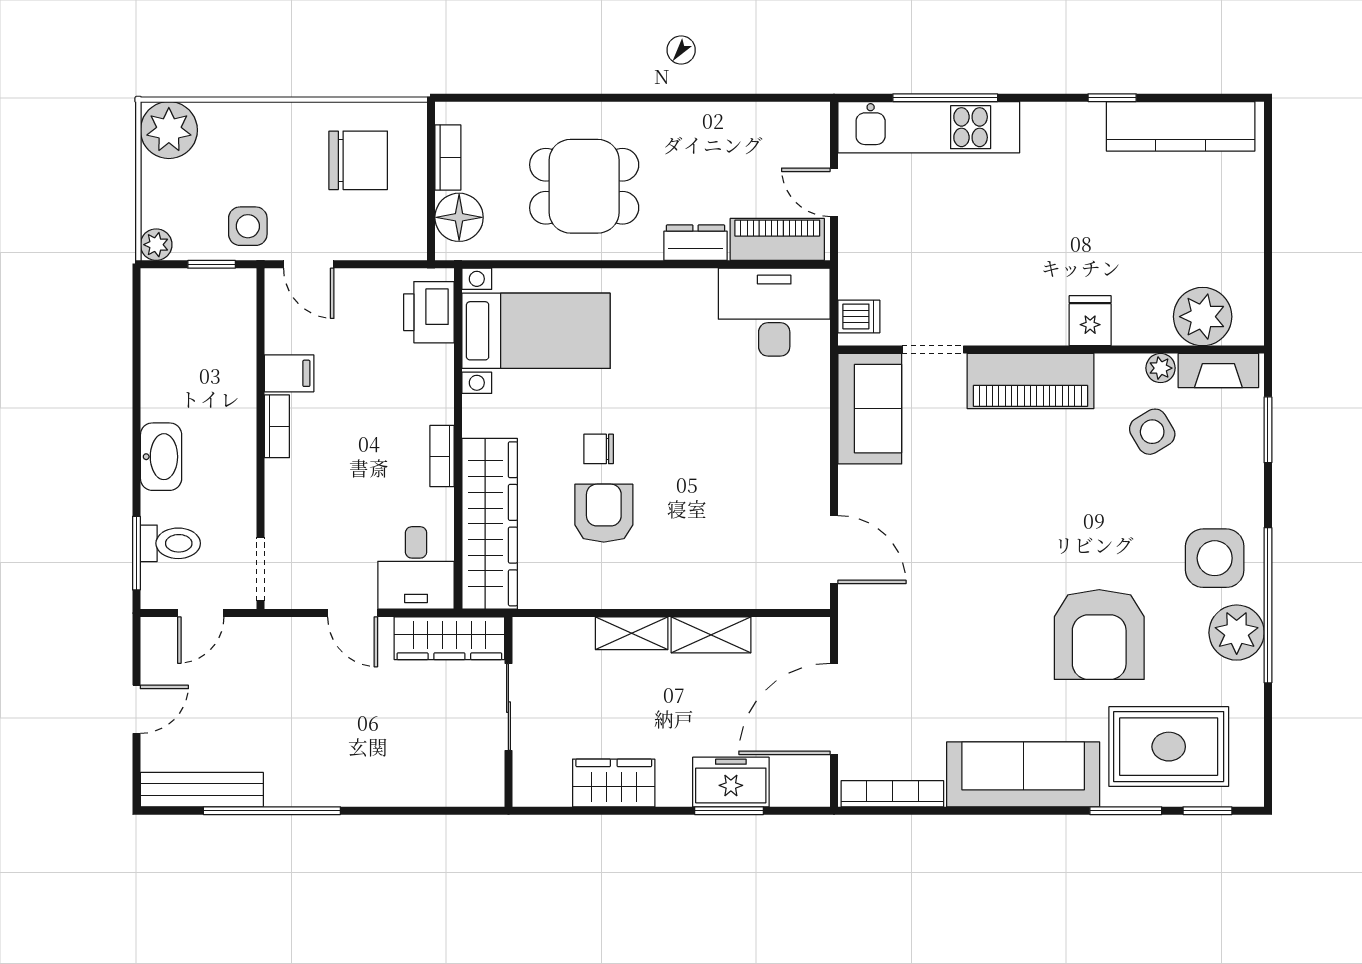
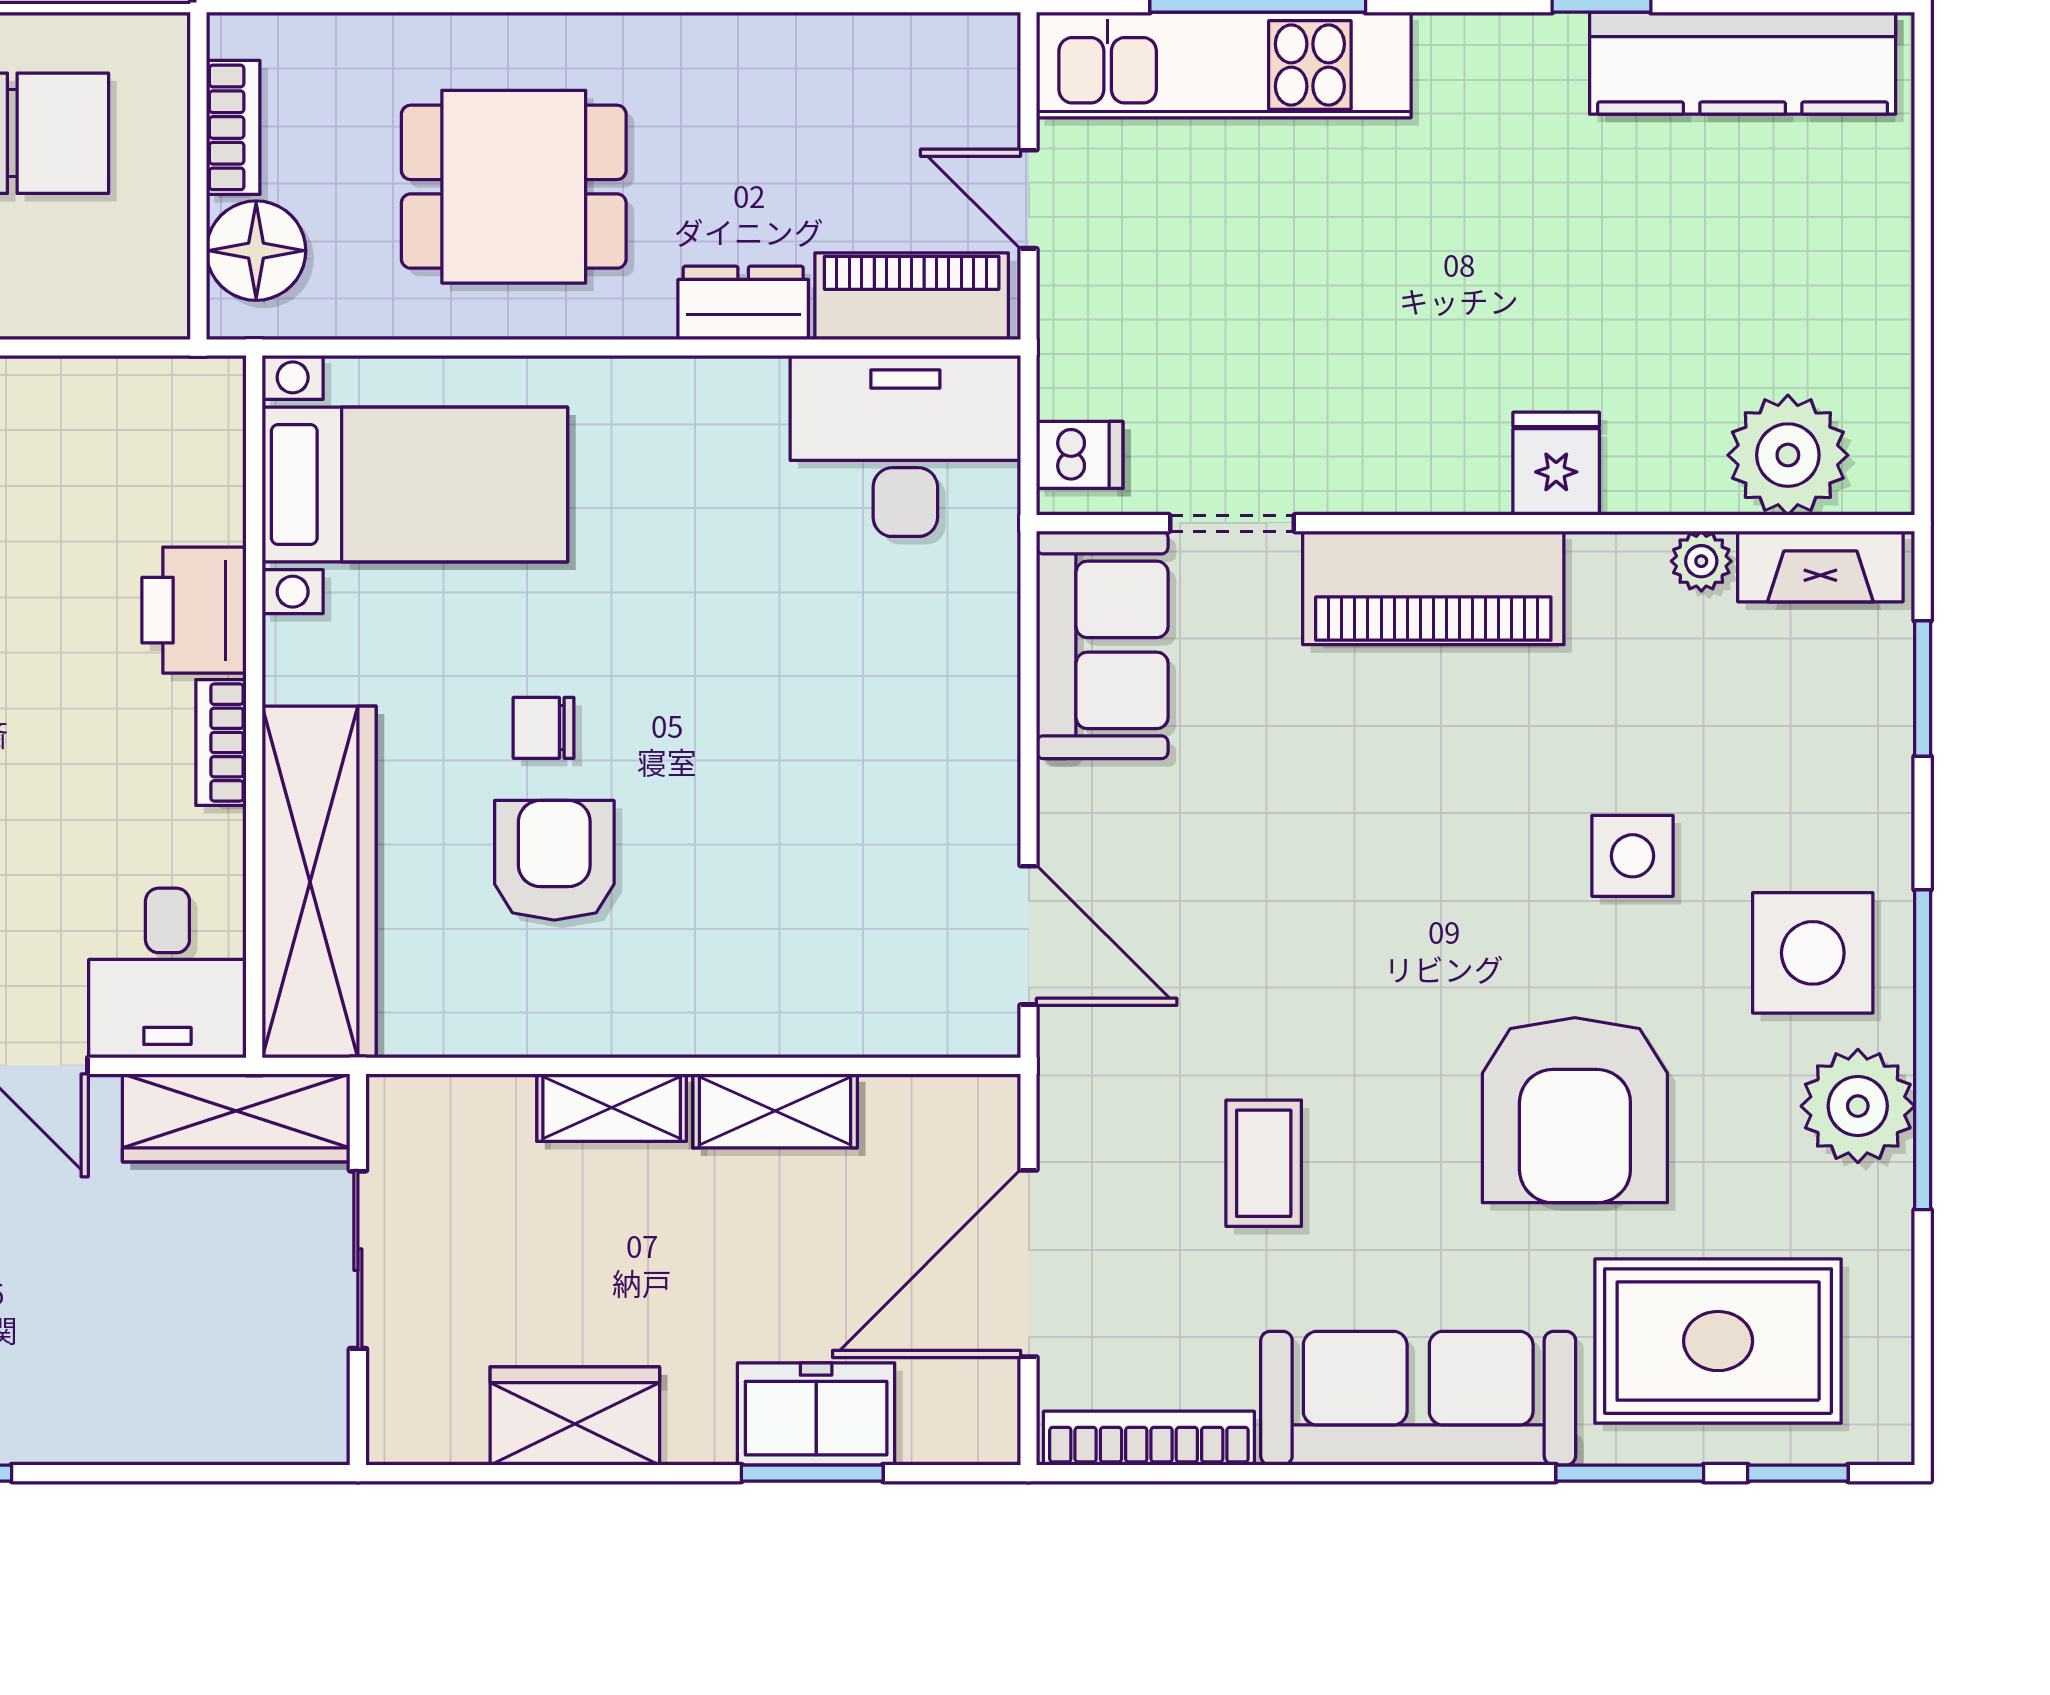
printer: (429, 312) -> (194, 610), moved
side table: (1152, 432) -> (1633, 856), moved, turned 31
coffee table: (948, 660) -> (1264, 1163), added

